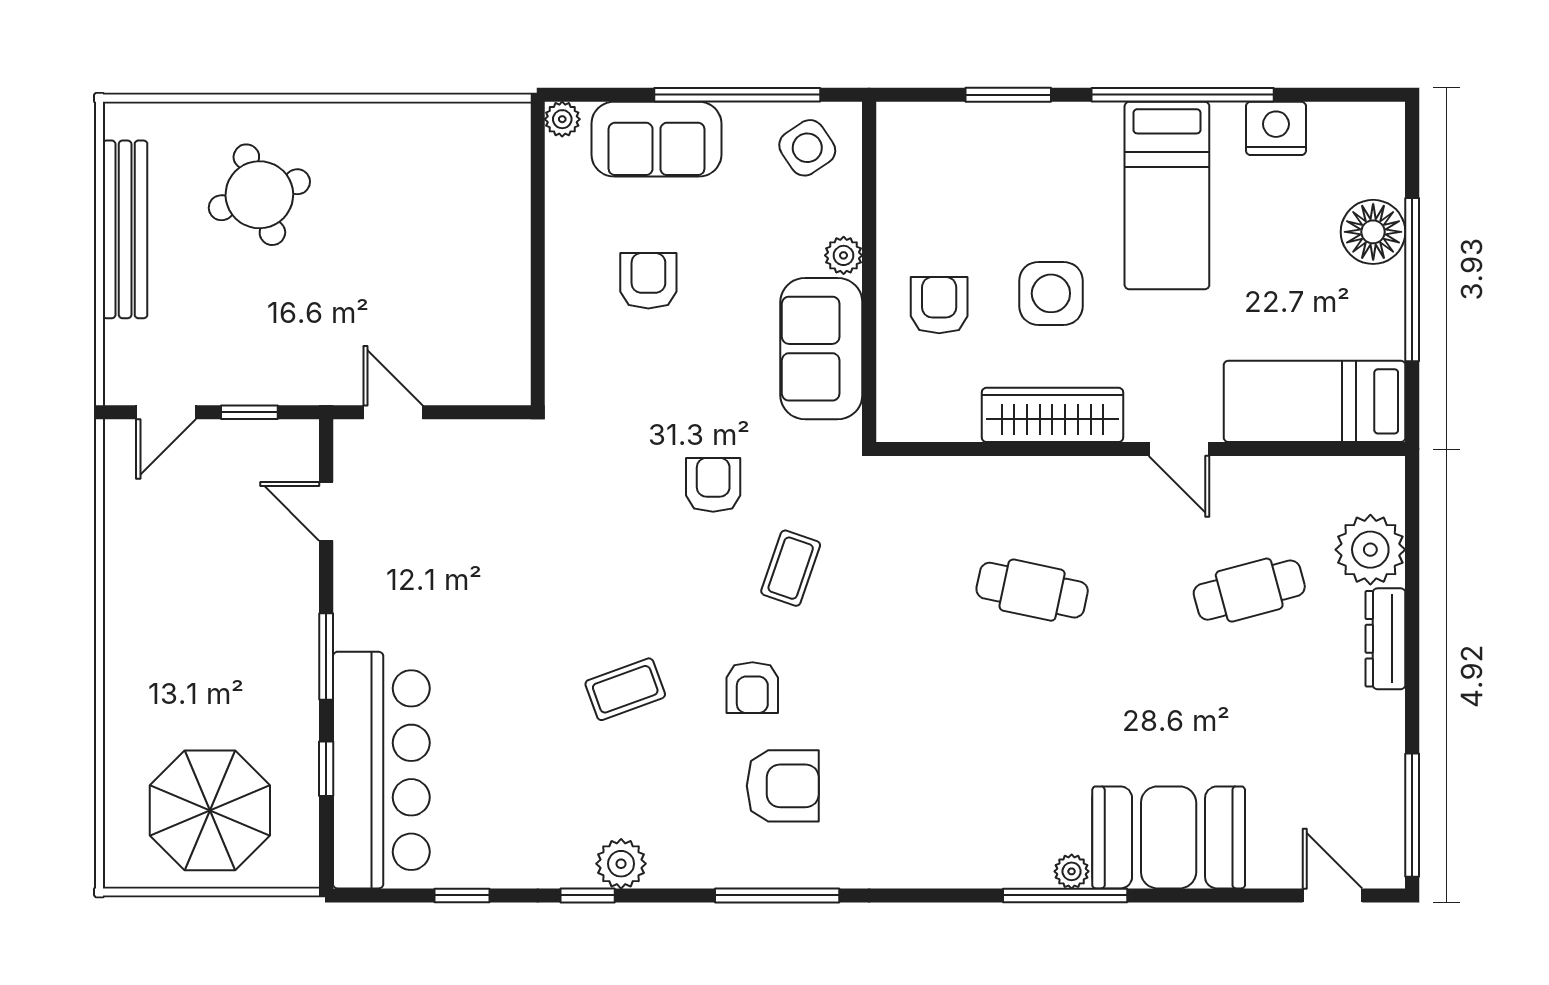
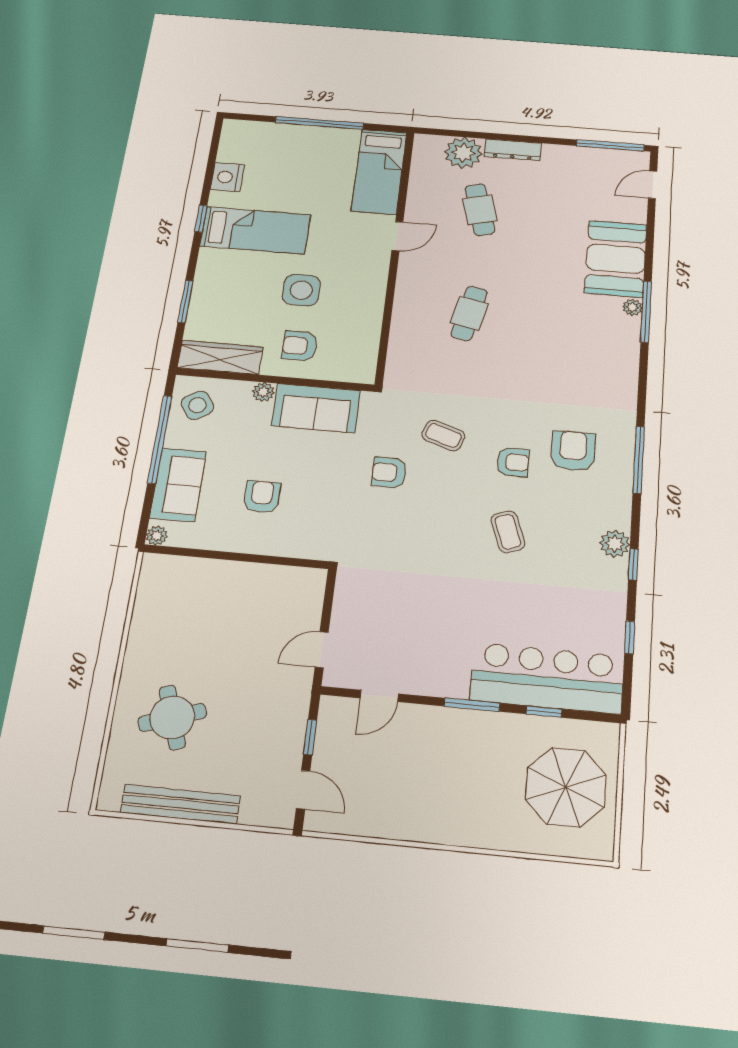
window: (1183, 95) -> (201, 219), width x0.32
floor lamp: (1373, 232) -> (291, 138), removed
armchair: (648, 281) -> (262, 497), turned 90
wardrobe: (1052, 415) -> (220, 357), moved, turned 90

